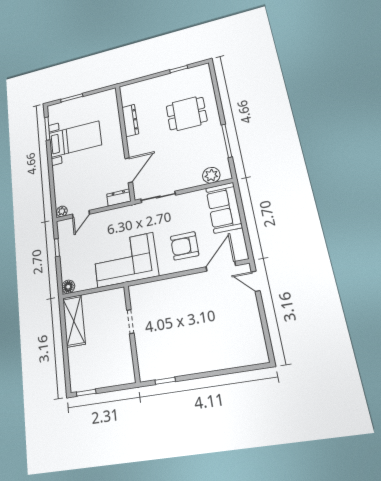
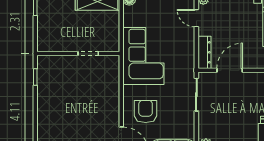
door: (129, 170) -> (230, 70), swing flipped
dresser: (119, 198) -> (204, 52), width x1.44

